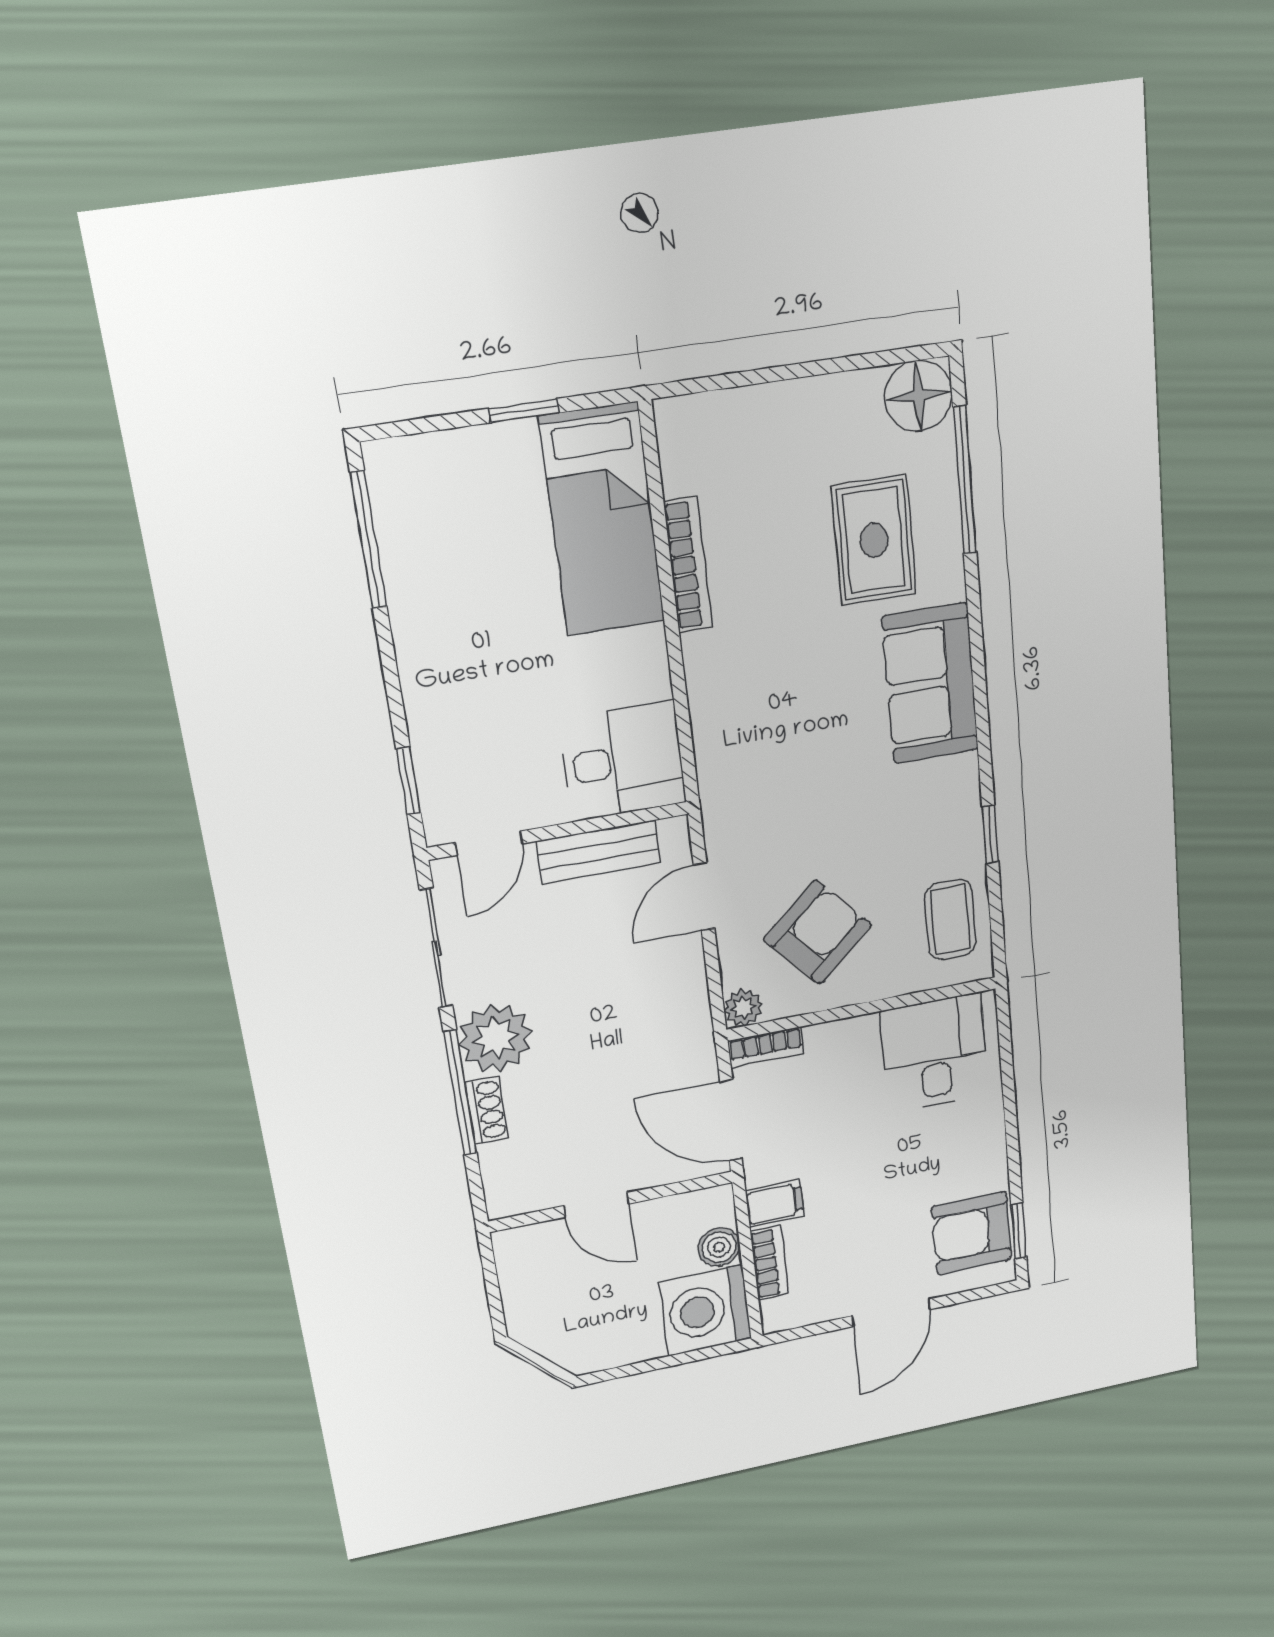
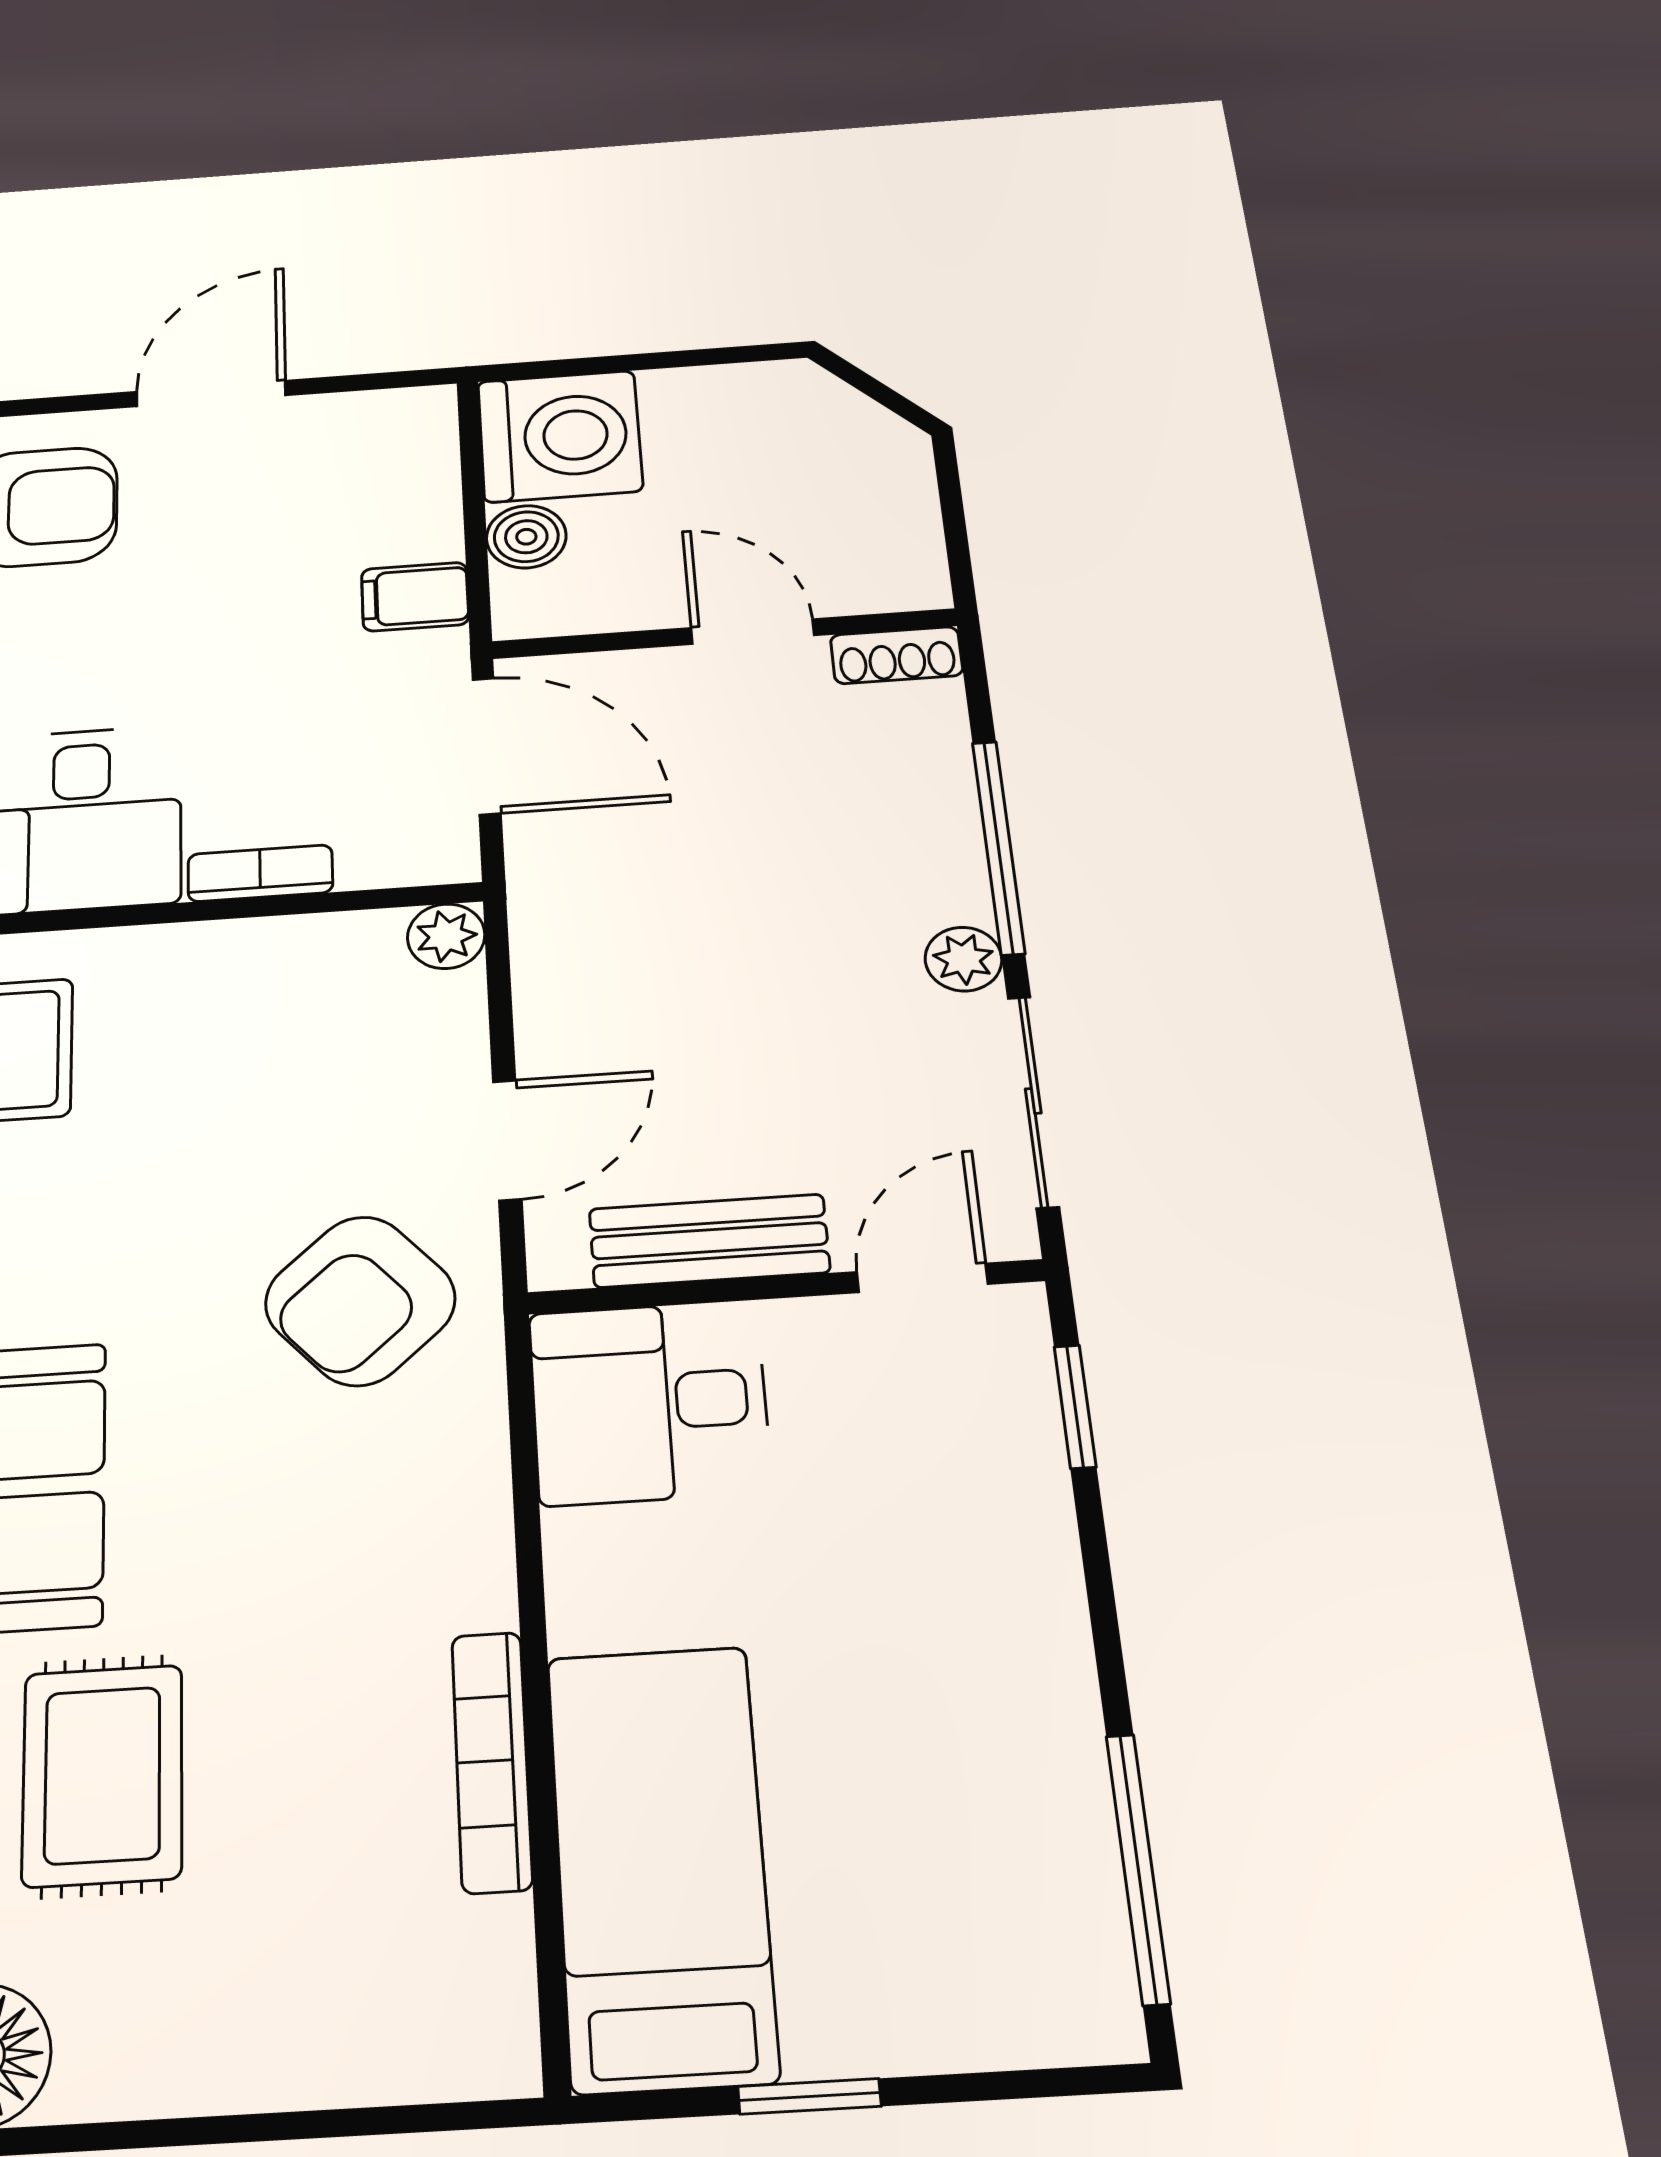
armchair: (818, 932) -> (360, 1301), moved
plant: (496, 1038) -> (963, 959), width x0.53, depth x0.53
bookcase: (766, 1047) -> (260, 873), moved
shoe rack: (487, 1110) -> (897, 655), moved, turned -90
bookcase: (770, 1263) -> (433, 501), removed

